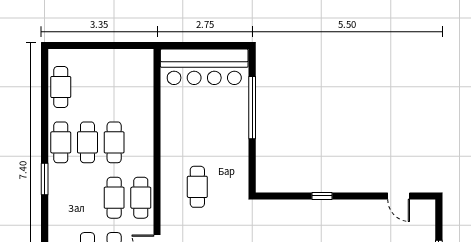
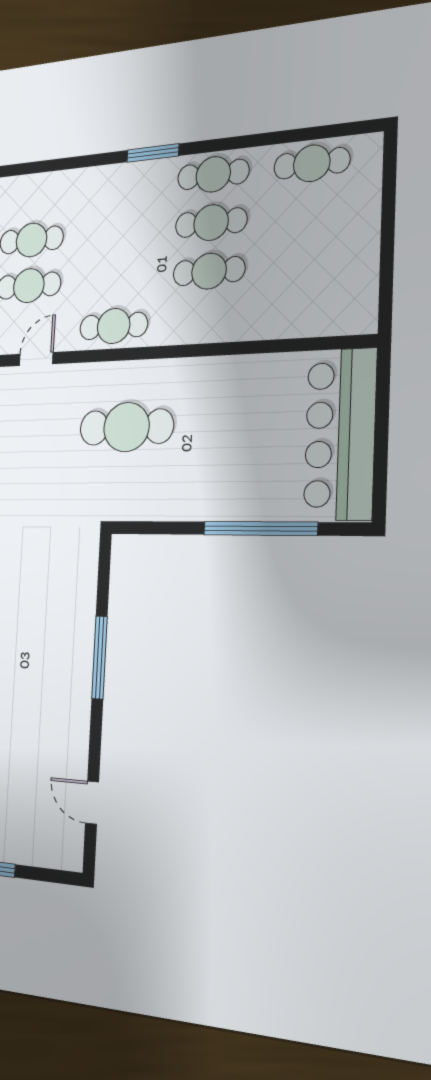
cafe table: (197, 187) -> (126, 427), width x1.37, depth x1.35
window: (322, 196) -> (99, 657), width x2.17
door: (399, 196) -> (92, 803), hinge flipped
cafe table: (114, 198) -> (116, 279), removed

